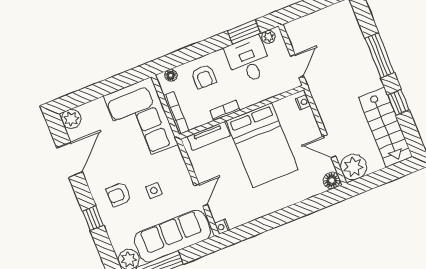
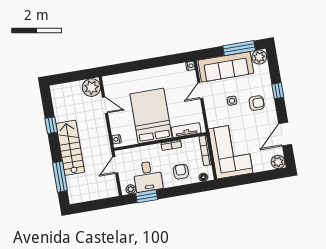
window: (380, 55) -> (60, 177), moved
stairs: (385, 127) -> (70, 148), moved
floor lamp: (332, 181) -> (108, 81), removed

